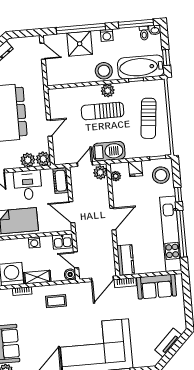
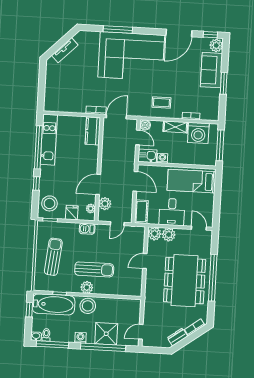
door: (43, 51) -> (141, 332), hinge flipped
barbecue: (109, 151) -> (87, 229), width x0.53, depth x0.65
plant: (100, 172) -> (105, 204), moved
door: (113, 219) -> (98, 184), moved
kitchen unit: (171, 234) -> (49, 140), width x0.73
washing machine: (34, 242) -> (162, 158), moved
sofa: (157, 287) -> (68, 103), removed

